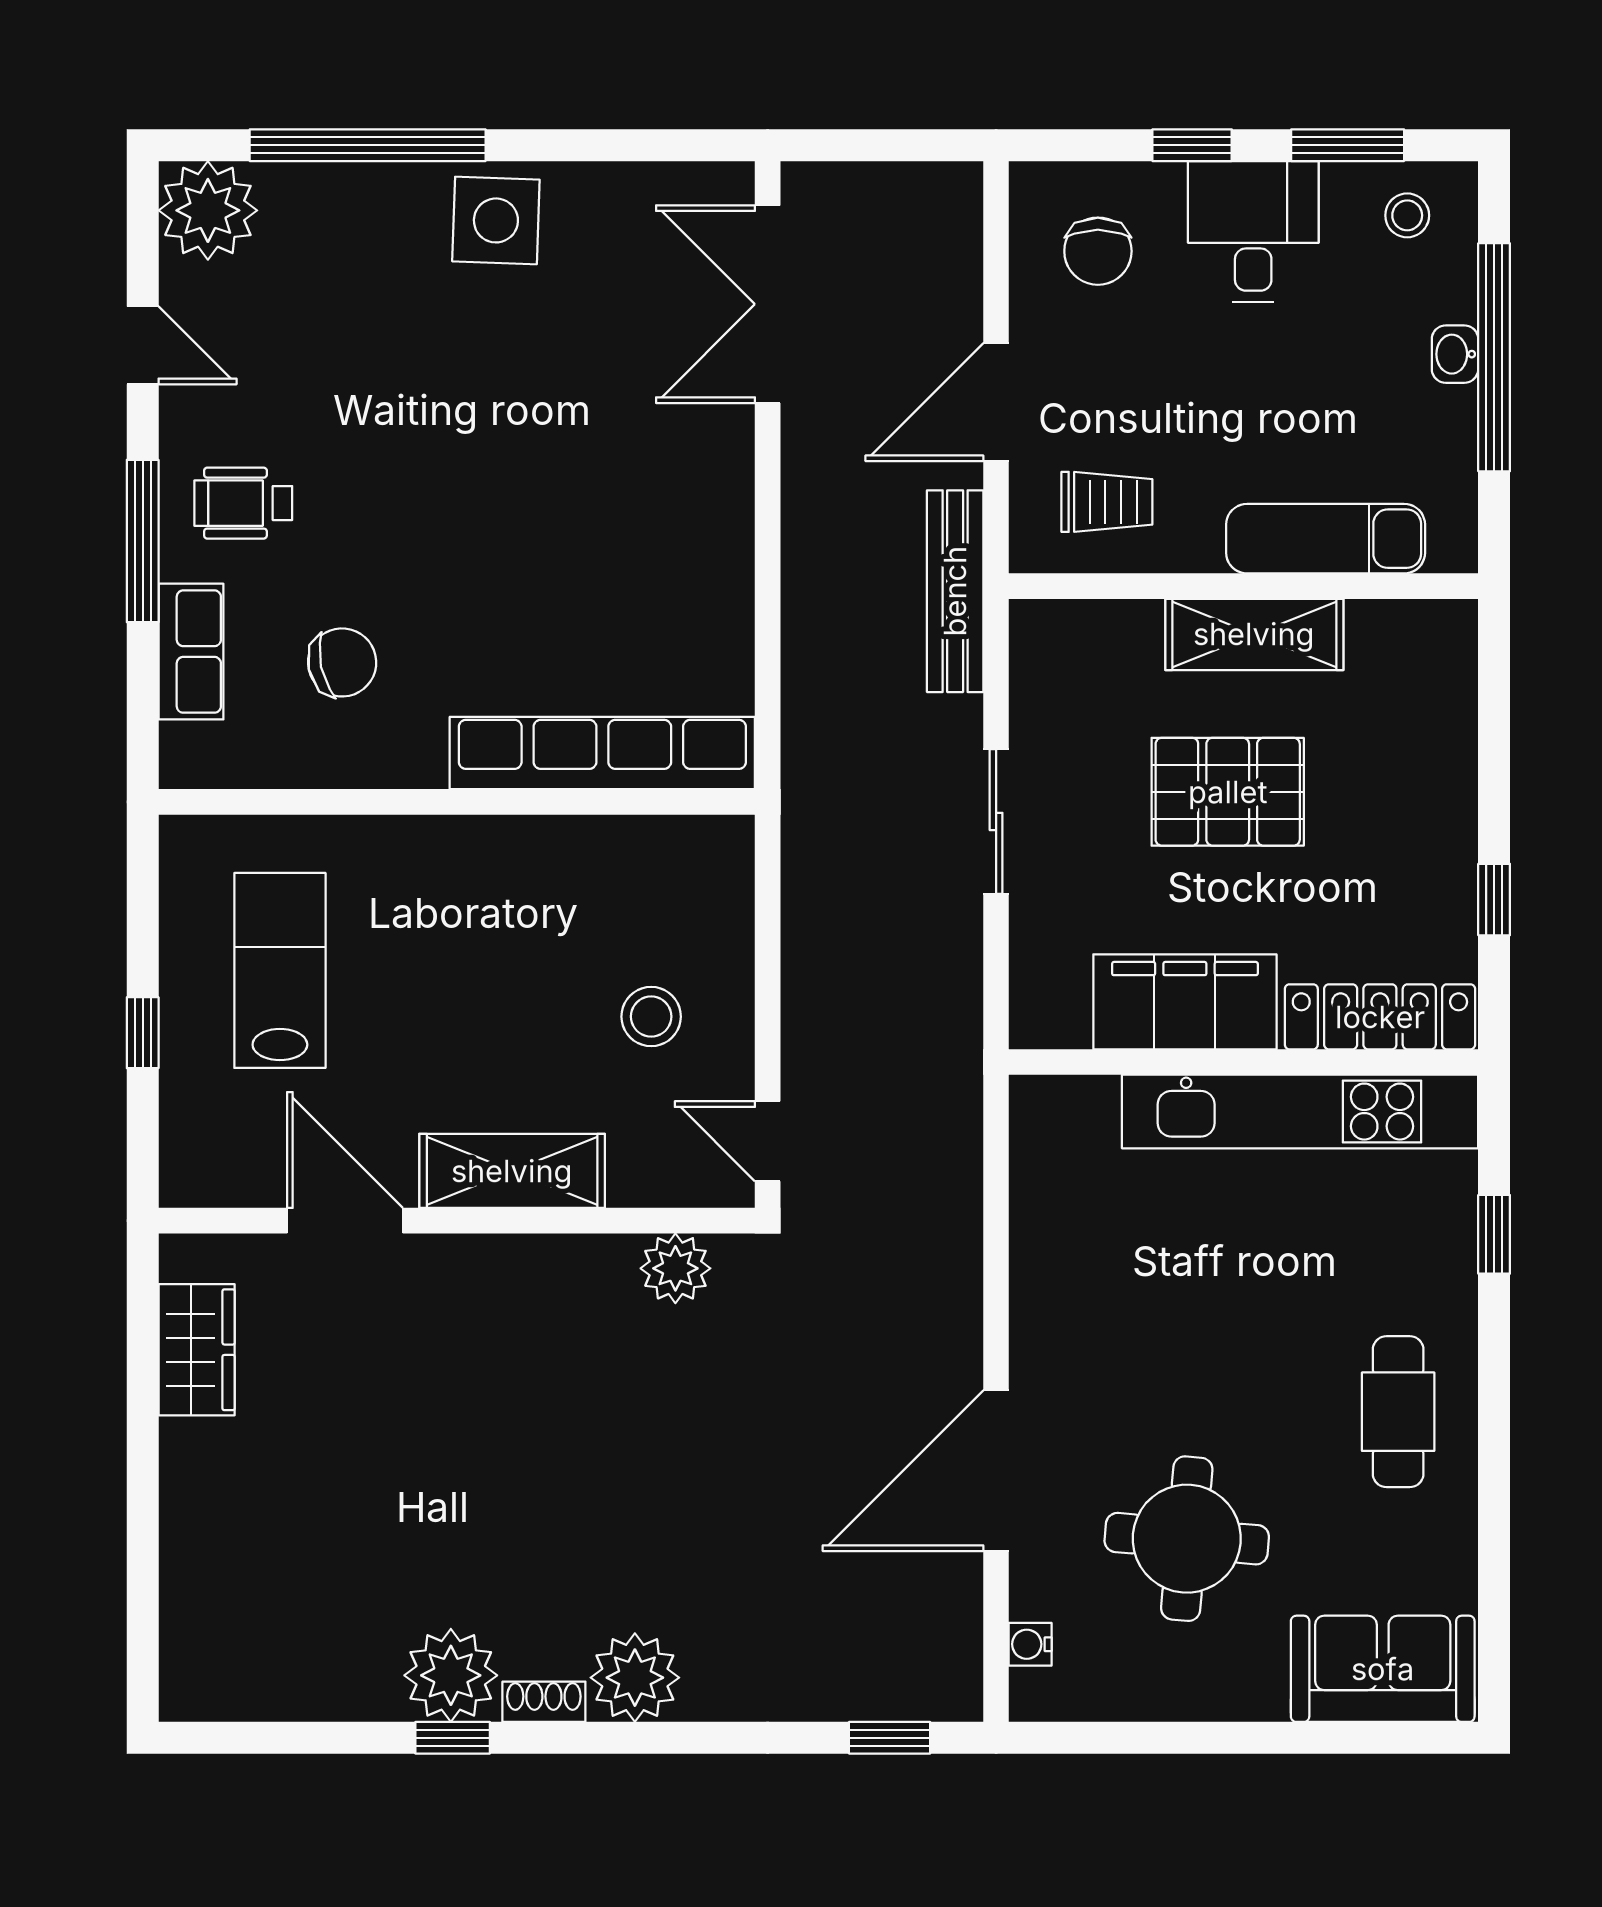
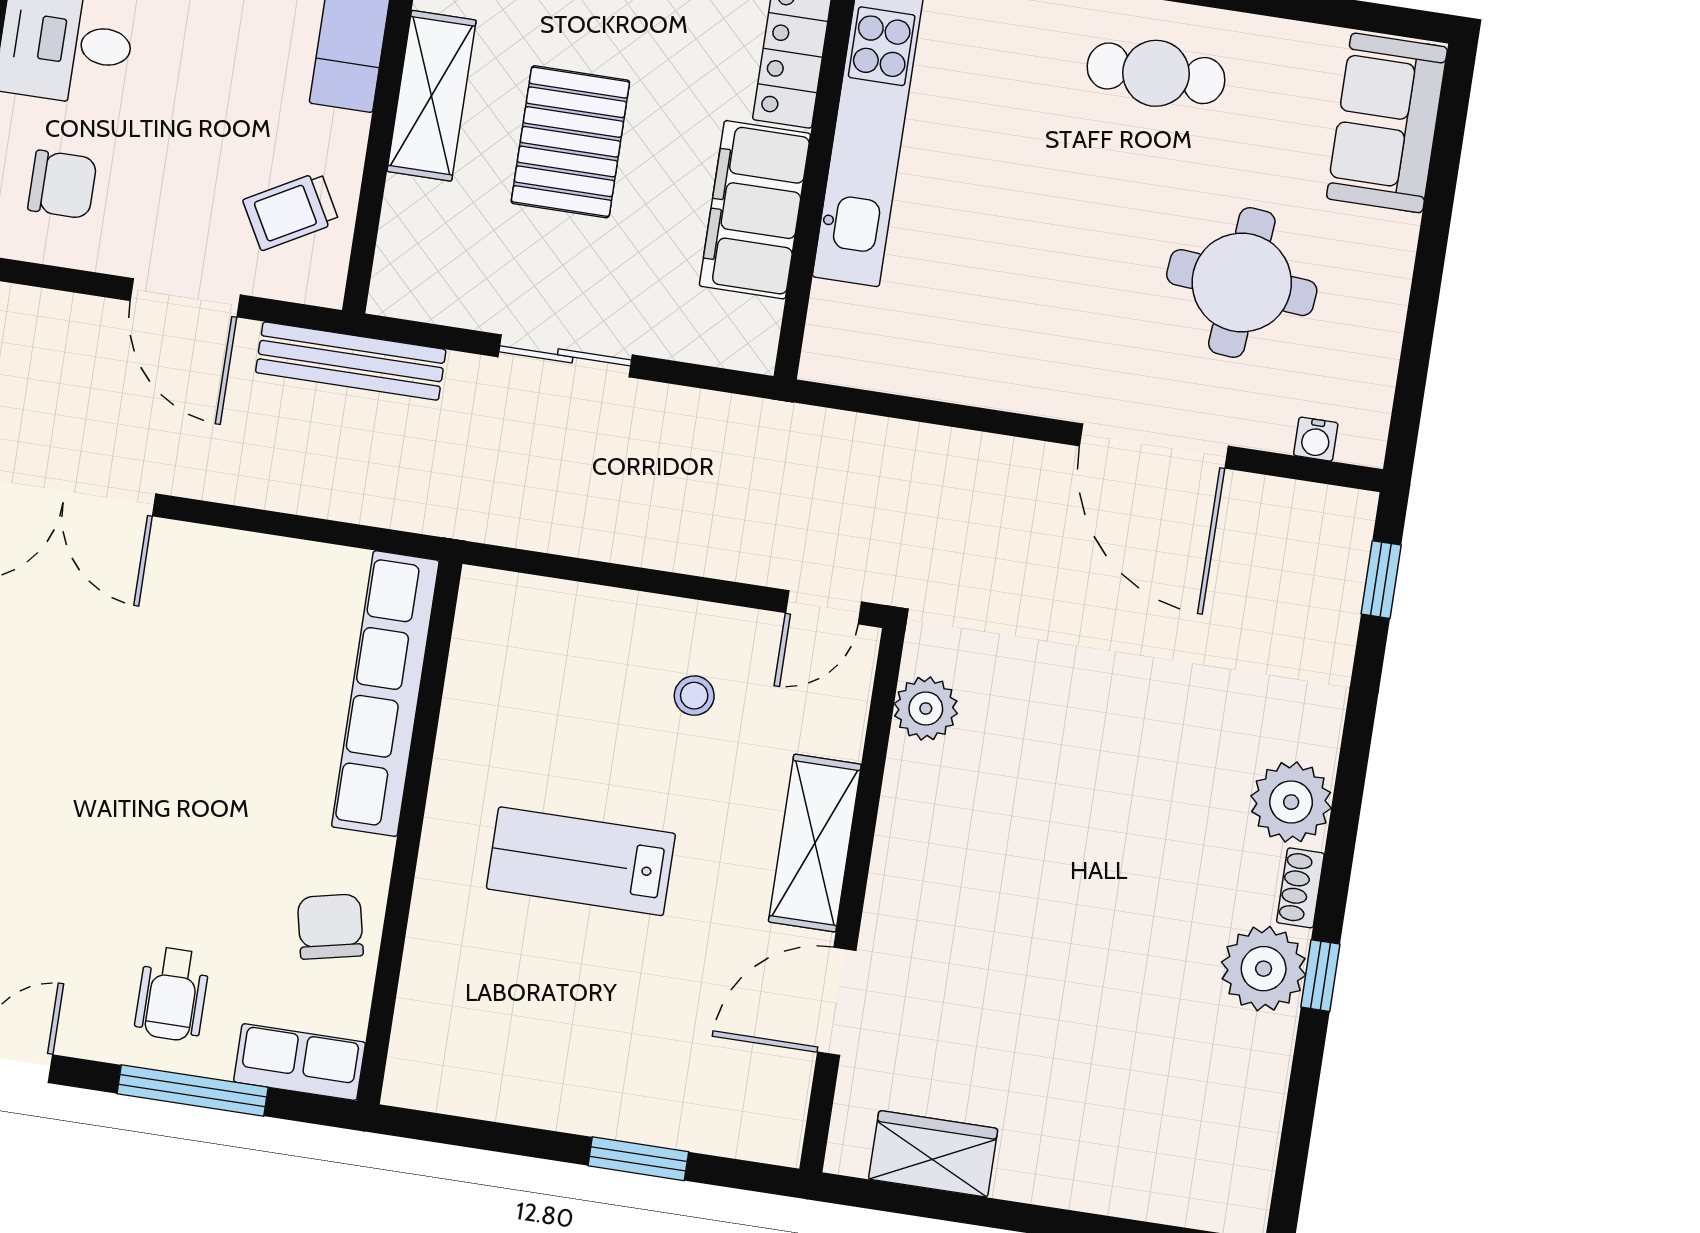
trolley: (1107, 502) -> (291, 211), turned -119
row of seats: (602, 753) -> (385, 694), moved
wall: (457, 802) -> (409, 832), moved
lab bench: (280, 970) -> (581, 861), moved
stool: (651, 1017) -> (694, 696), width x0.73, depth x0.73
window: (143, 1033) -> (638, 1159), width x1.50

